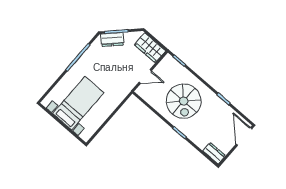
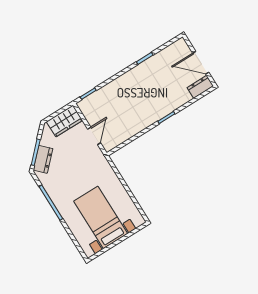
spiral stairs: (184, 101) -> (134, 102), removed
door: (244, 136) -> (201, 63), moved

